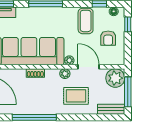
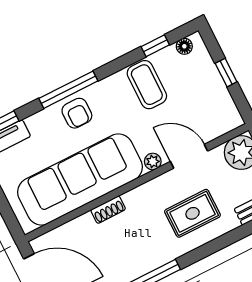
window: (128, 24) -> (226, 73), moved
armchair: (108, 38) -> (77, 113), moved
plant: (65, 74) -> (156, 187), removed

